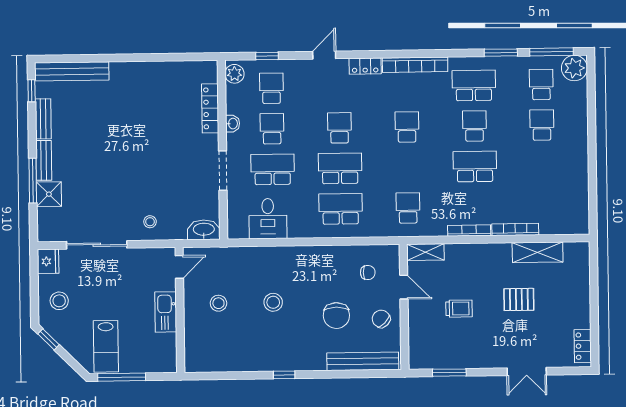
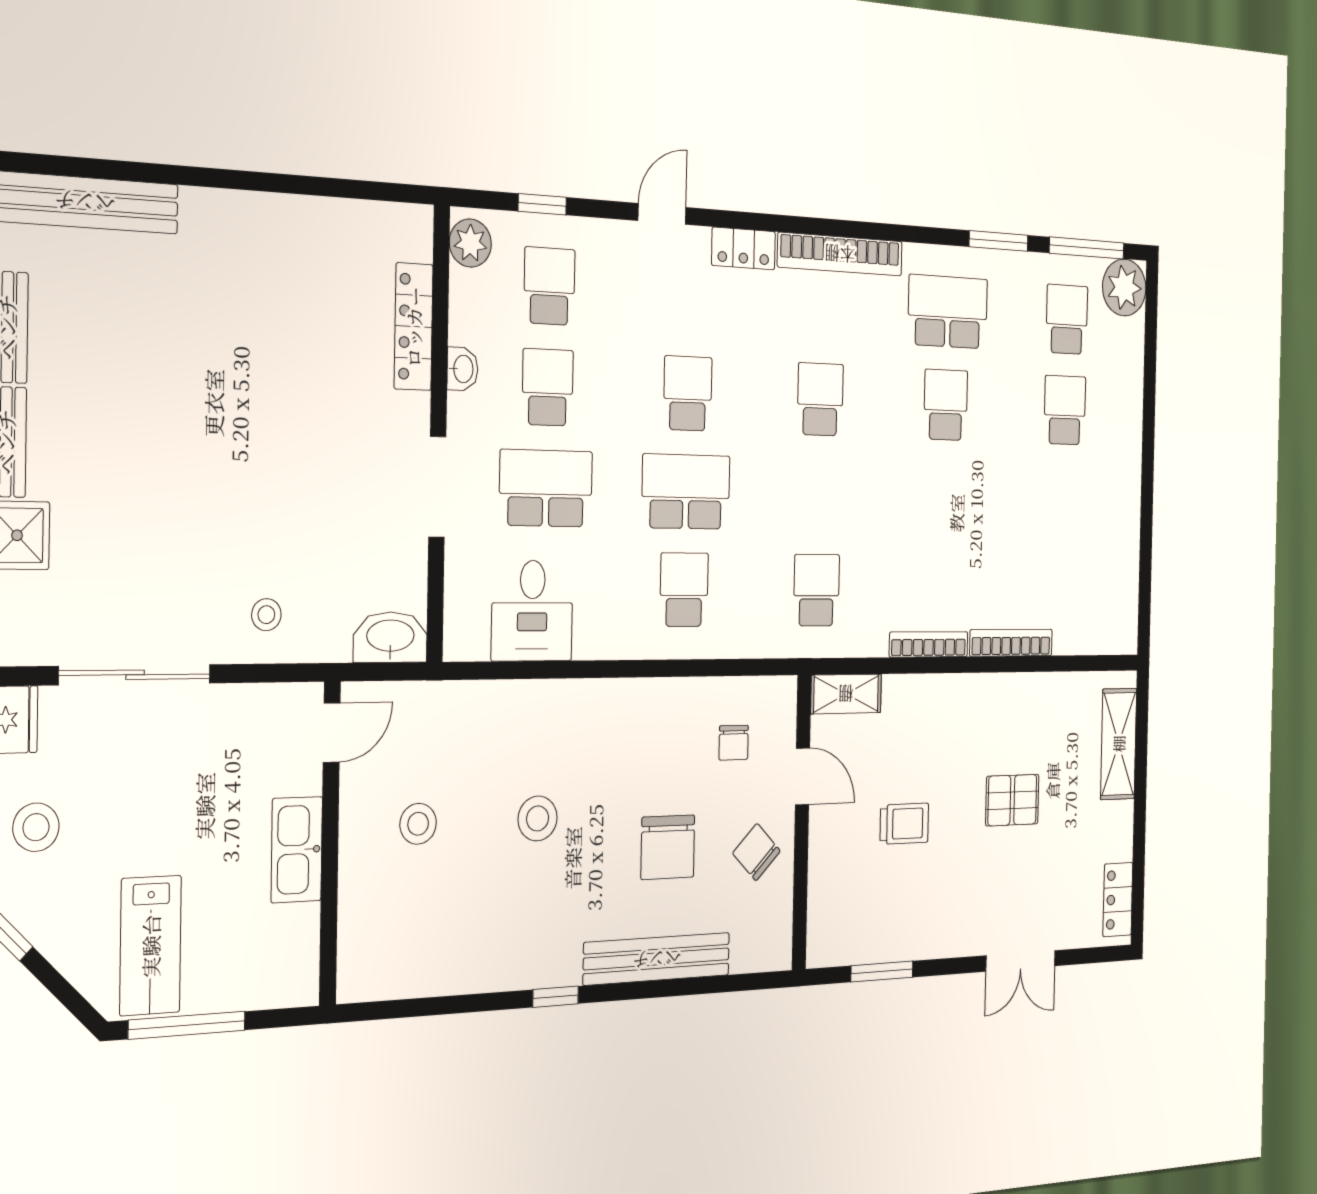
school desk: (475, 166) -> (944, 498), removed
school desk: (341, 209) -> (684, 590), width x0.54
shelving: (538, 252) -> (1119, 744), moved, turned 90
chair: (368, 273) -> (734, 743), turned 92
bench: (363, 361) -> (657, 959), moved

